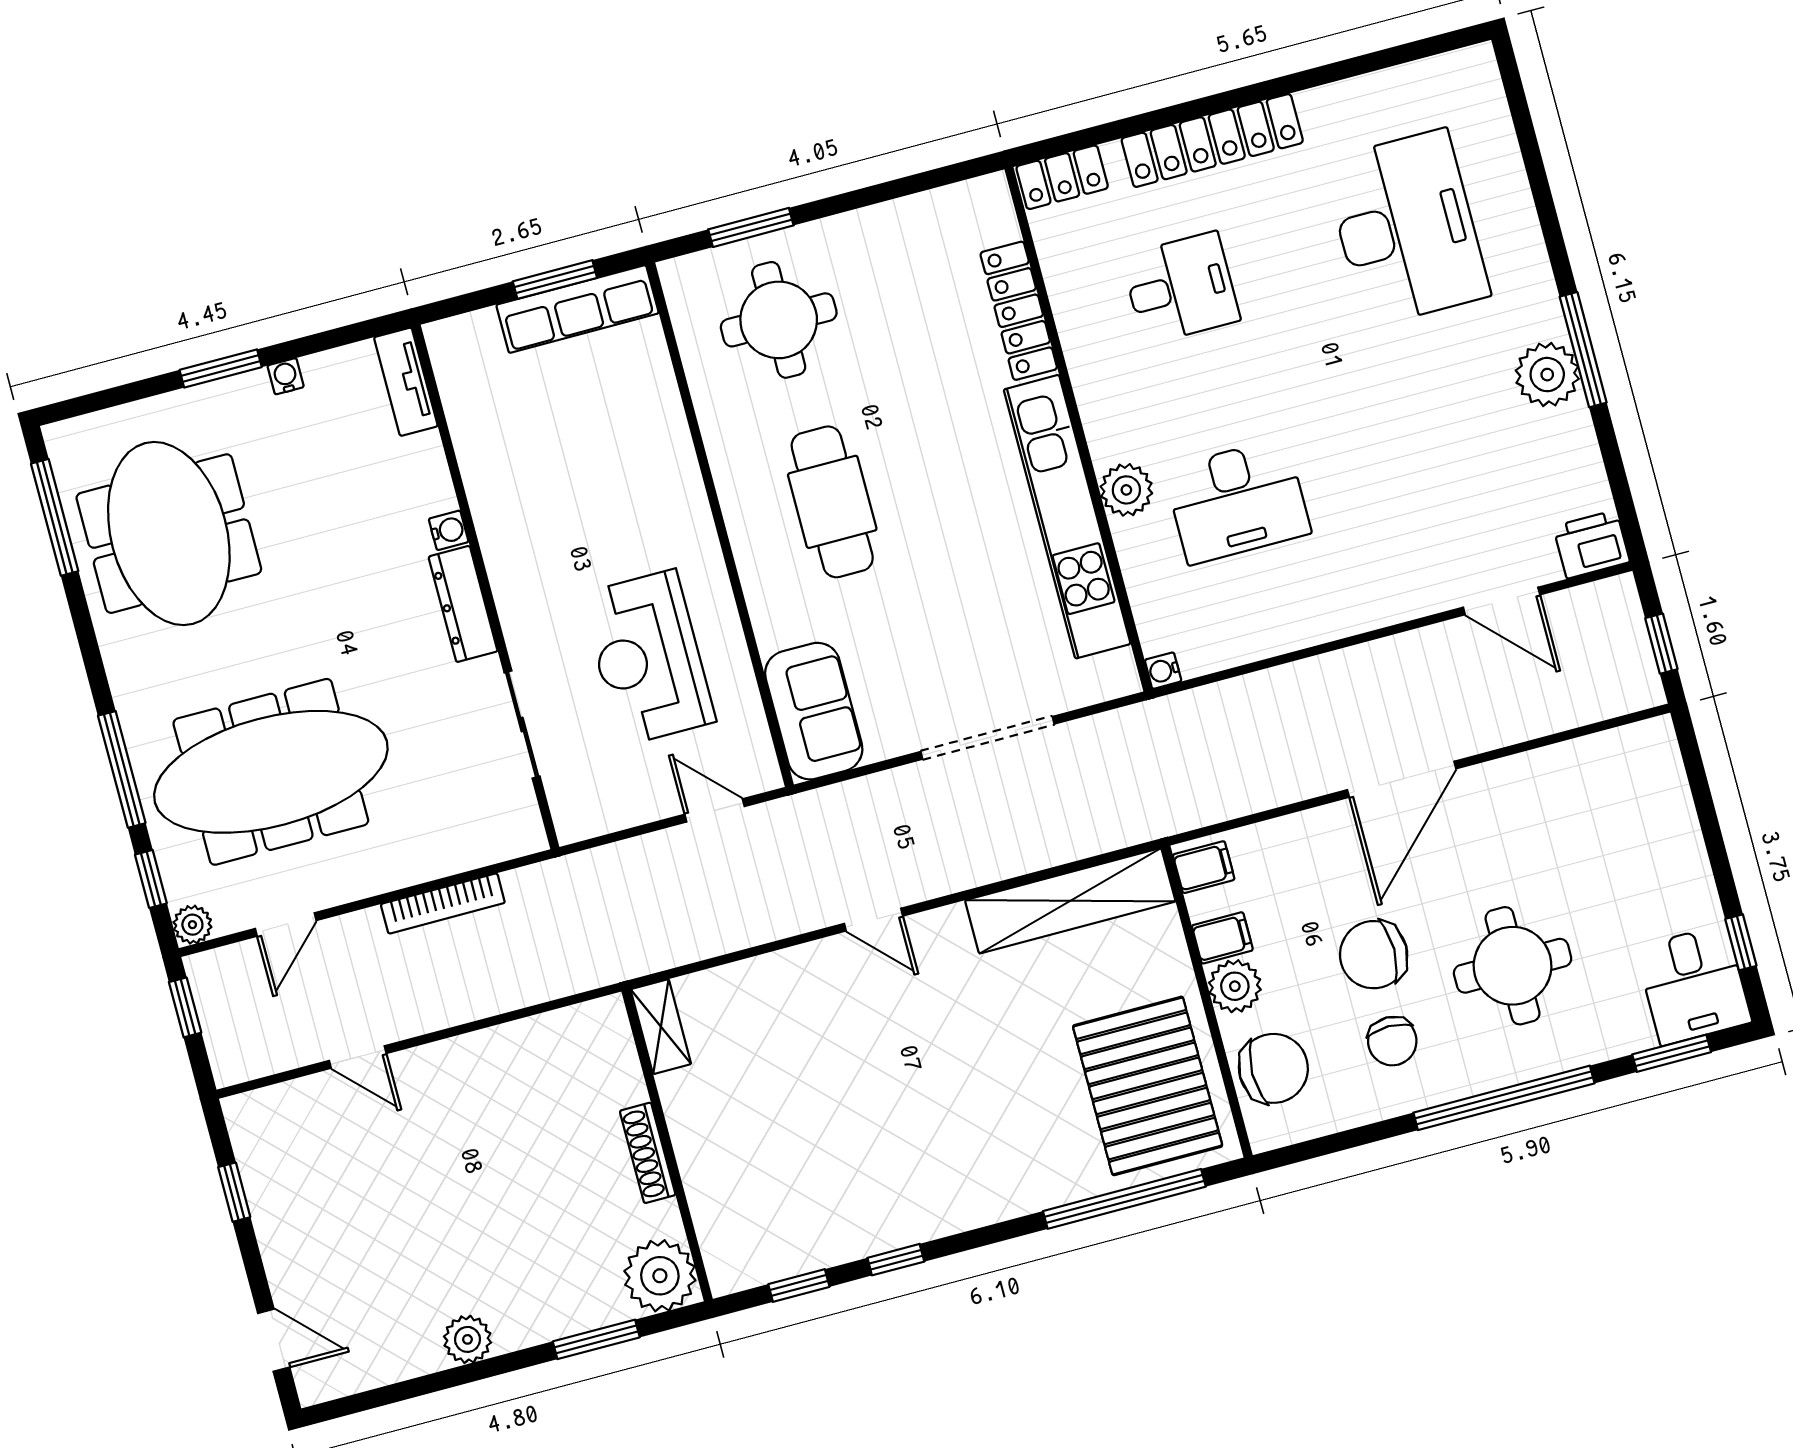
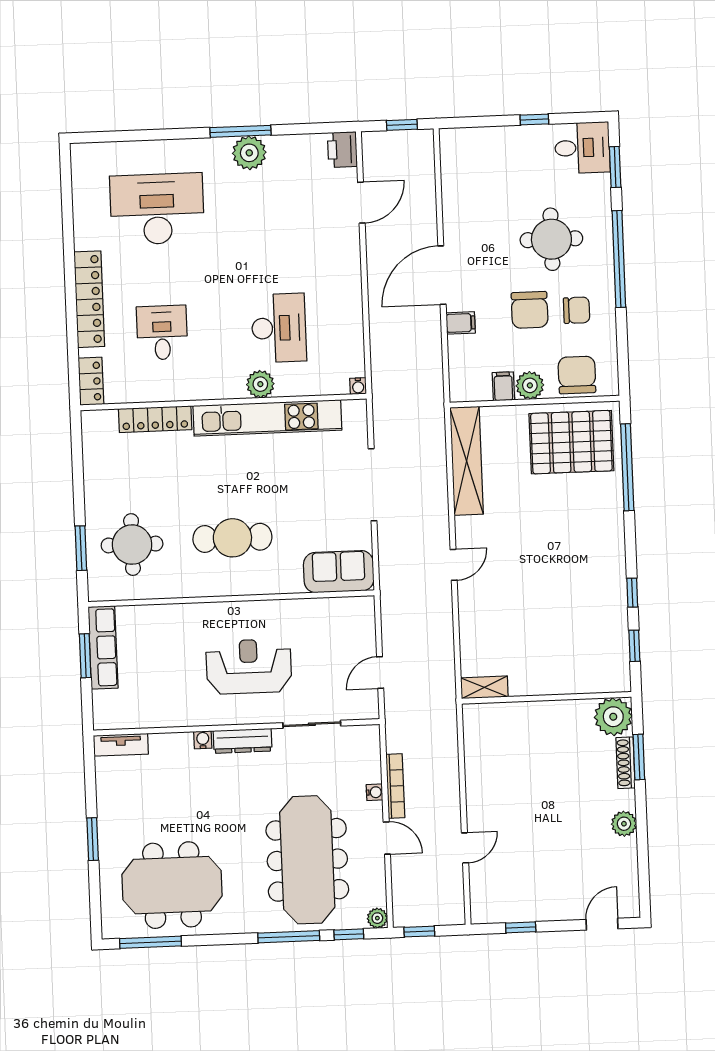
water cooler: (286, 376) -> (374, 792), moved, turned 180
reception desk: (648, 658) -> (249, 666), moved, turned 180
door: (1402, 779) -> (442, 275), swing flipped
door: (715, 810) -> (380, 672), moved
filing cabinet: (1204, 867) -> (461, 323), moved, turned 90
door: (286, 924) -> (387, 838), moved
window: (1741, 942) -> (534, 120), moved
shoe rack: (648, 1153) -> (626, 763), moved, turned 90

